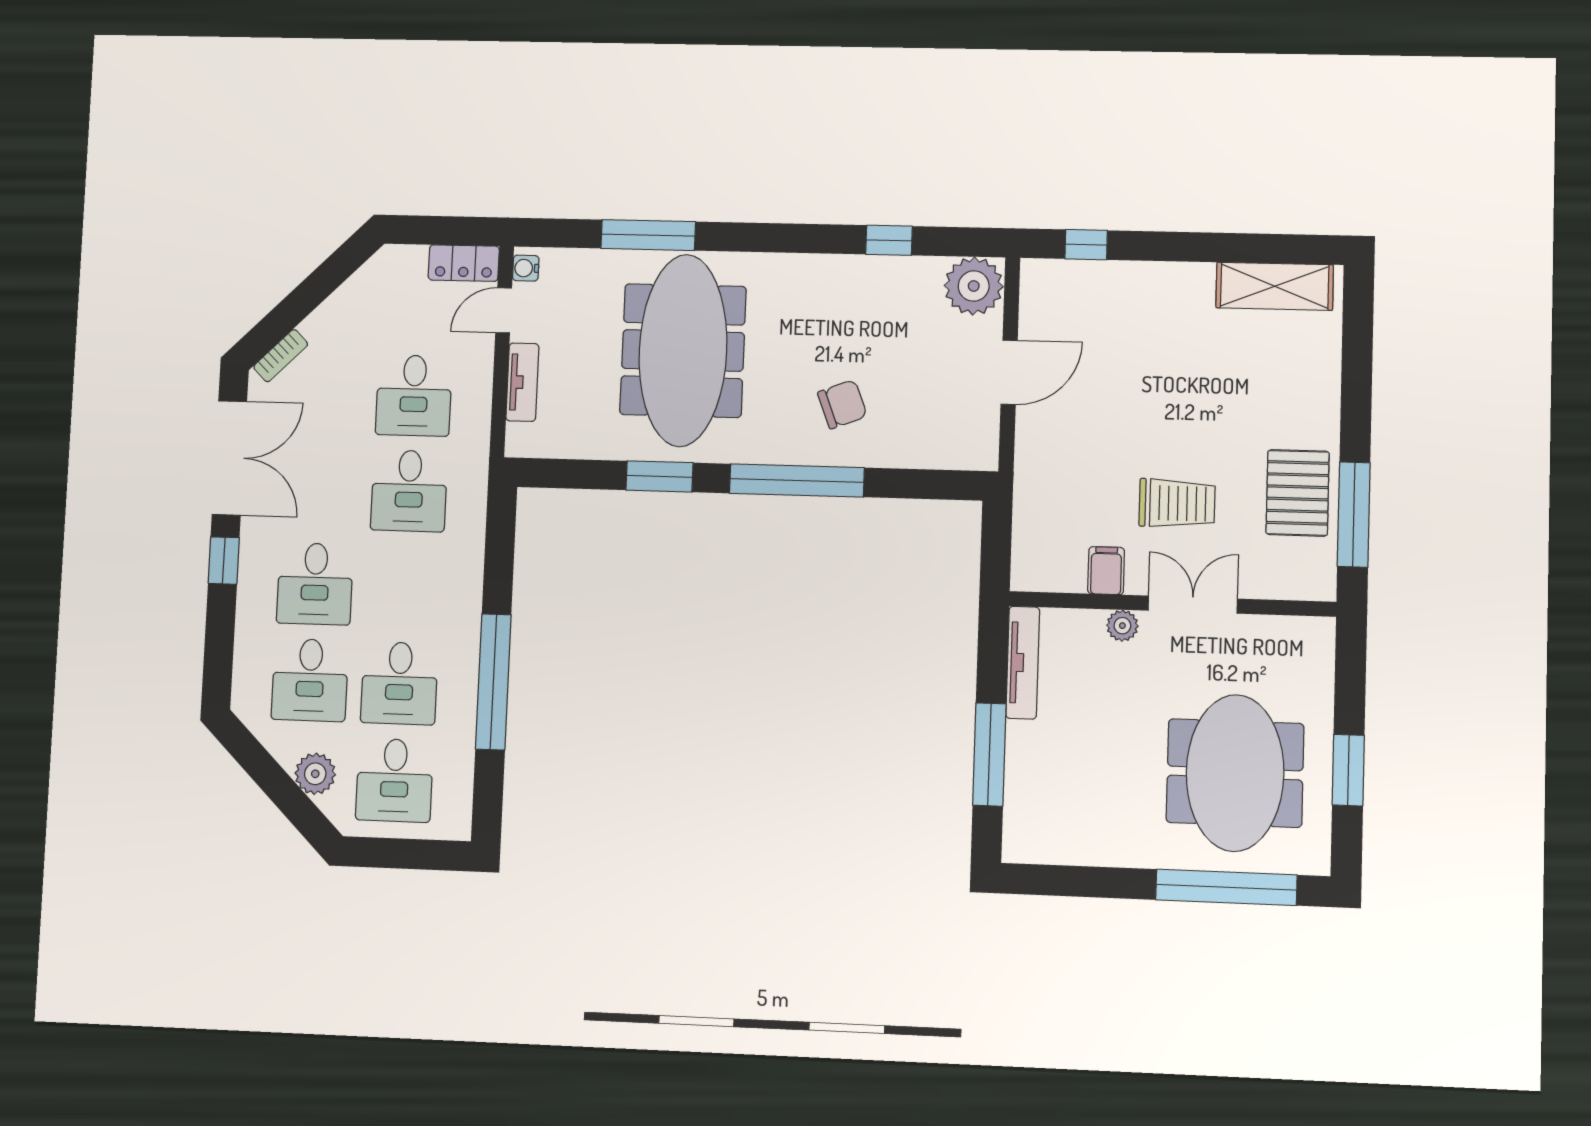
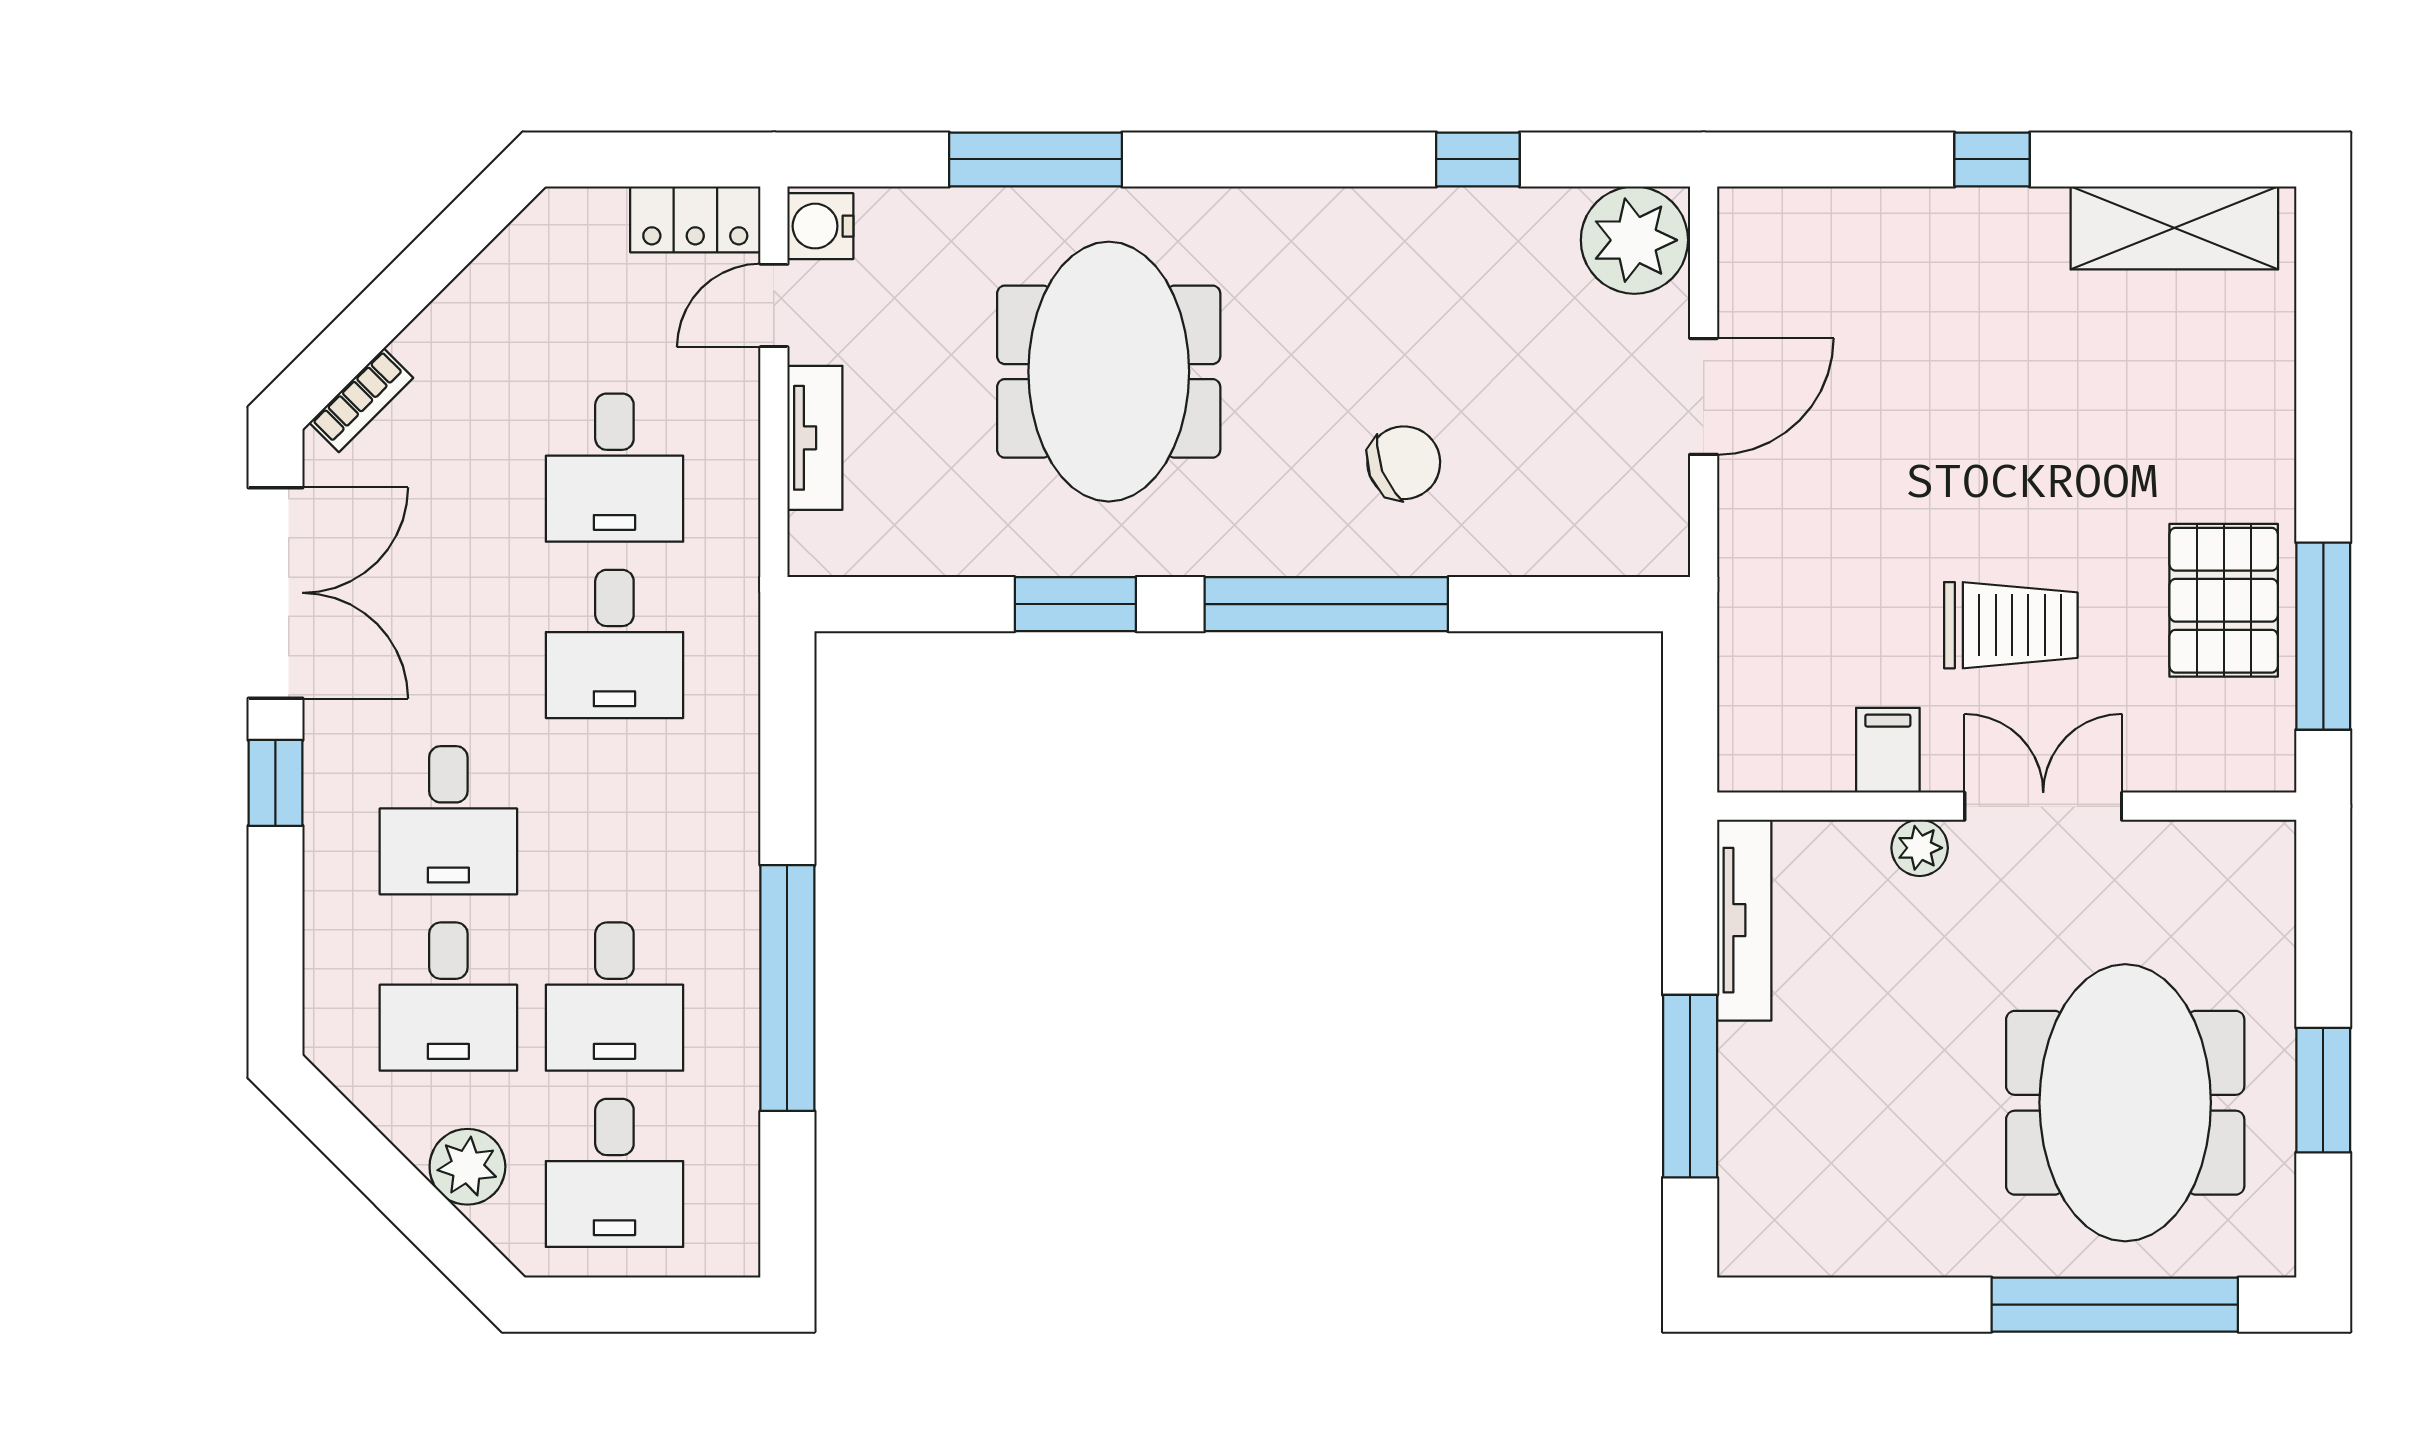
window: (1086, 245) -> (1992, 159), moved
water cooler: (526, 268) -> (820, 226), width x1.38, depth x1.38
meeting table: (683, 350) -> (1109, 372), width x0.73

